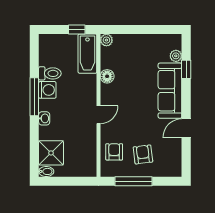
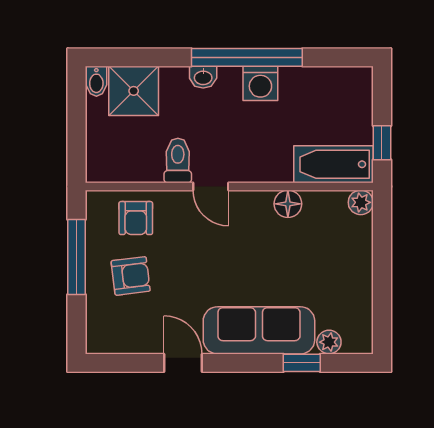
toilet: (50, 73) -> (178, 161), moved, turned 180
window: (34, 97) -> (247, 57), width x1.46
armchair: (114, 152) -> (136, 218), turned 90

